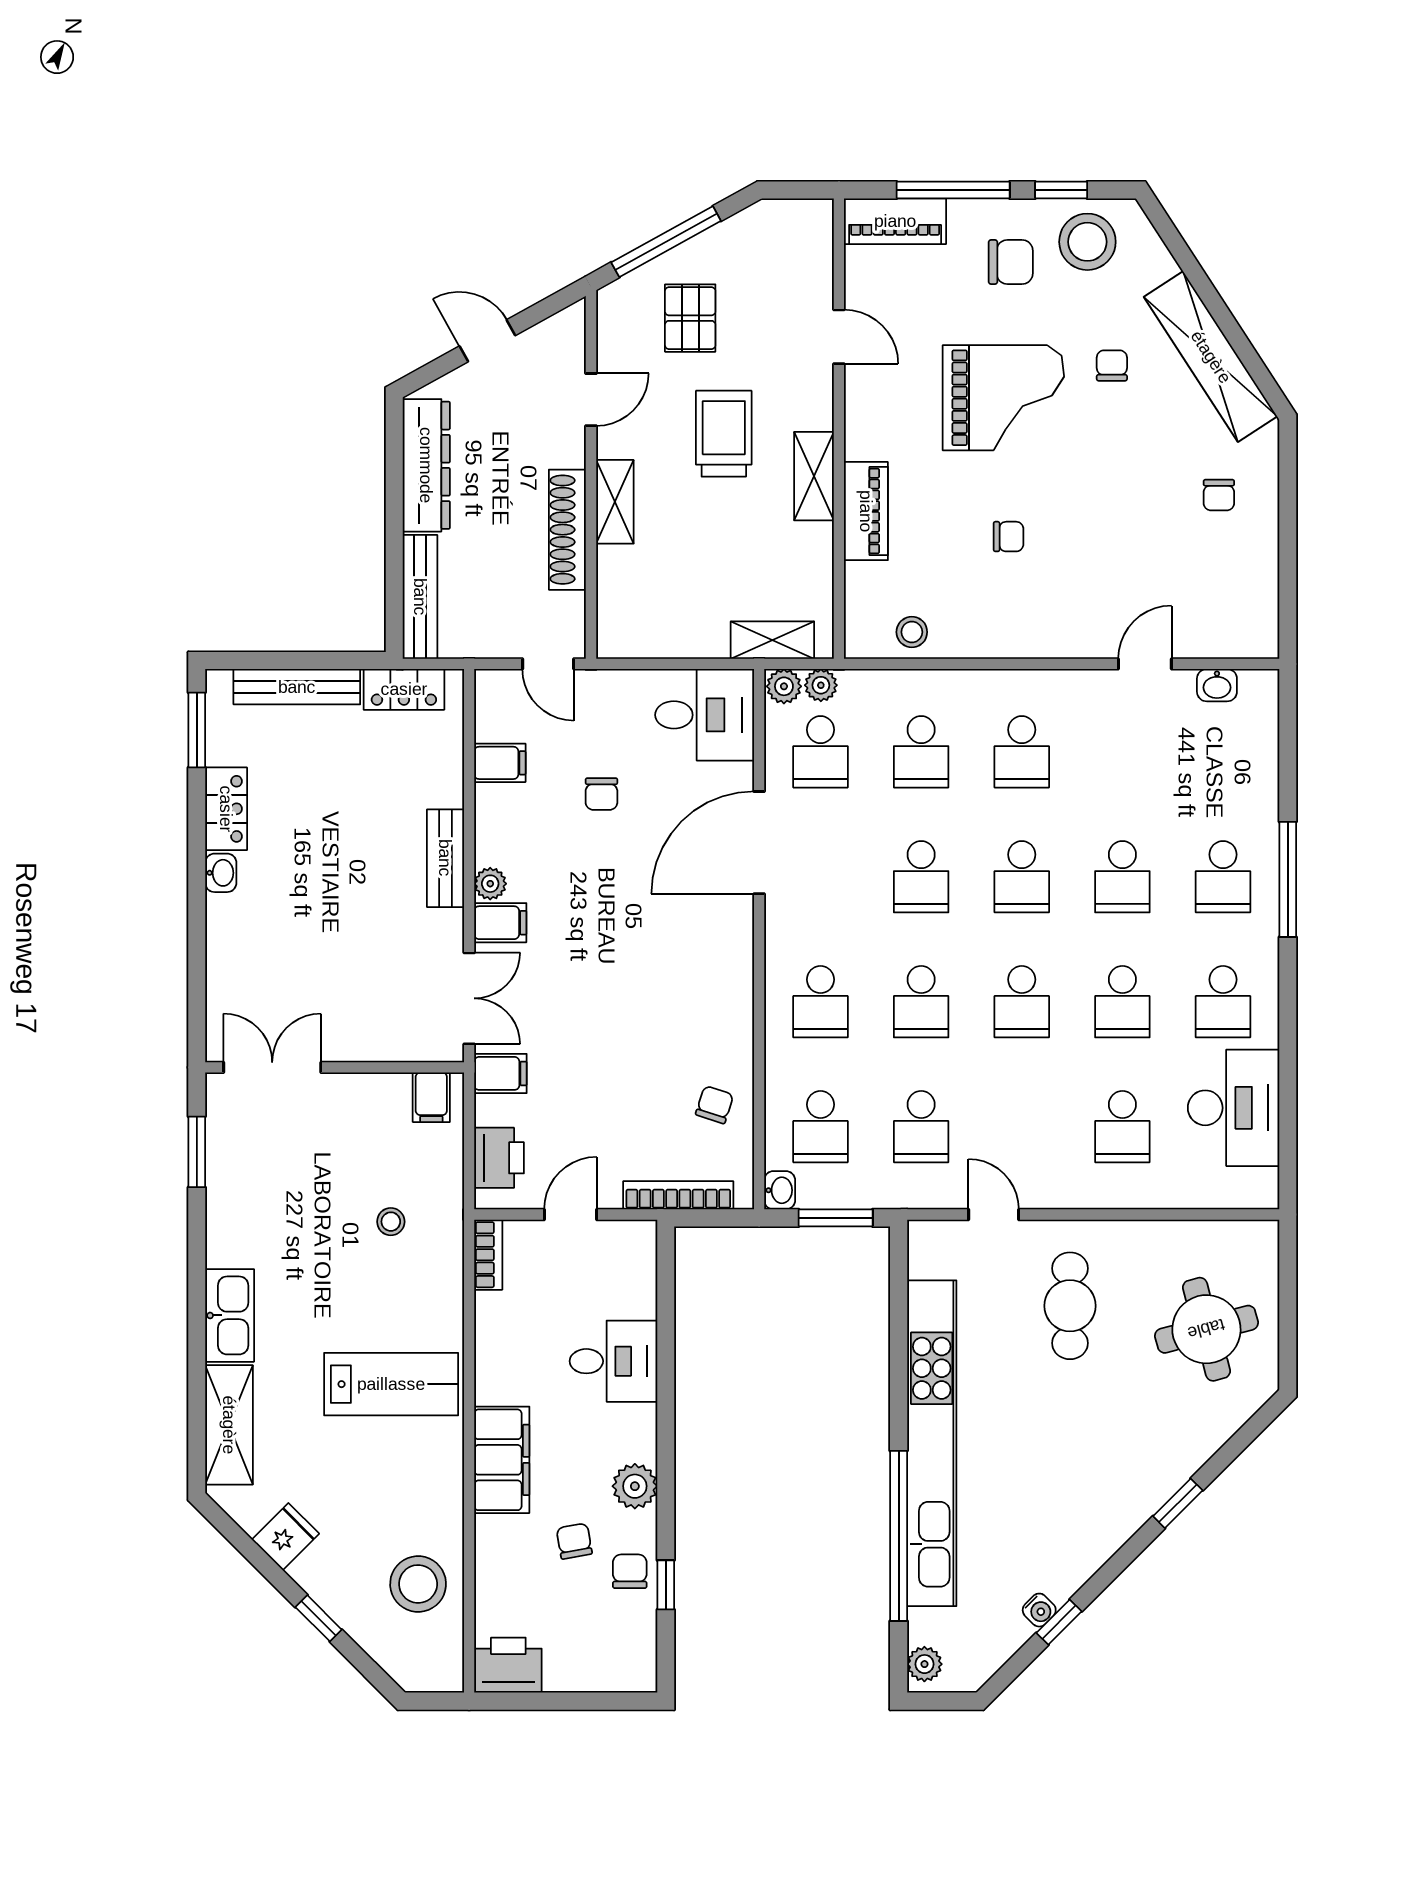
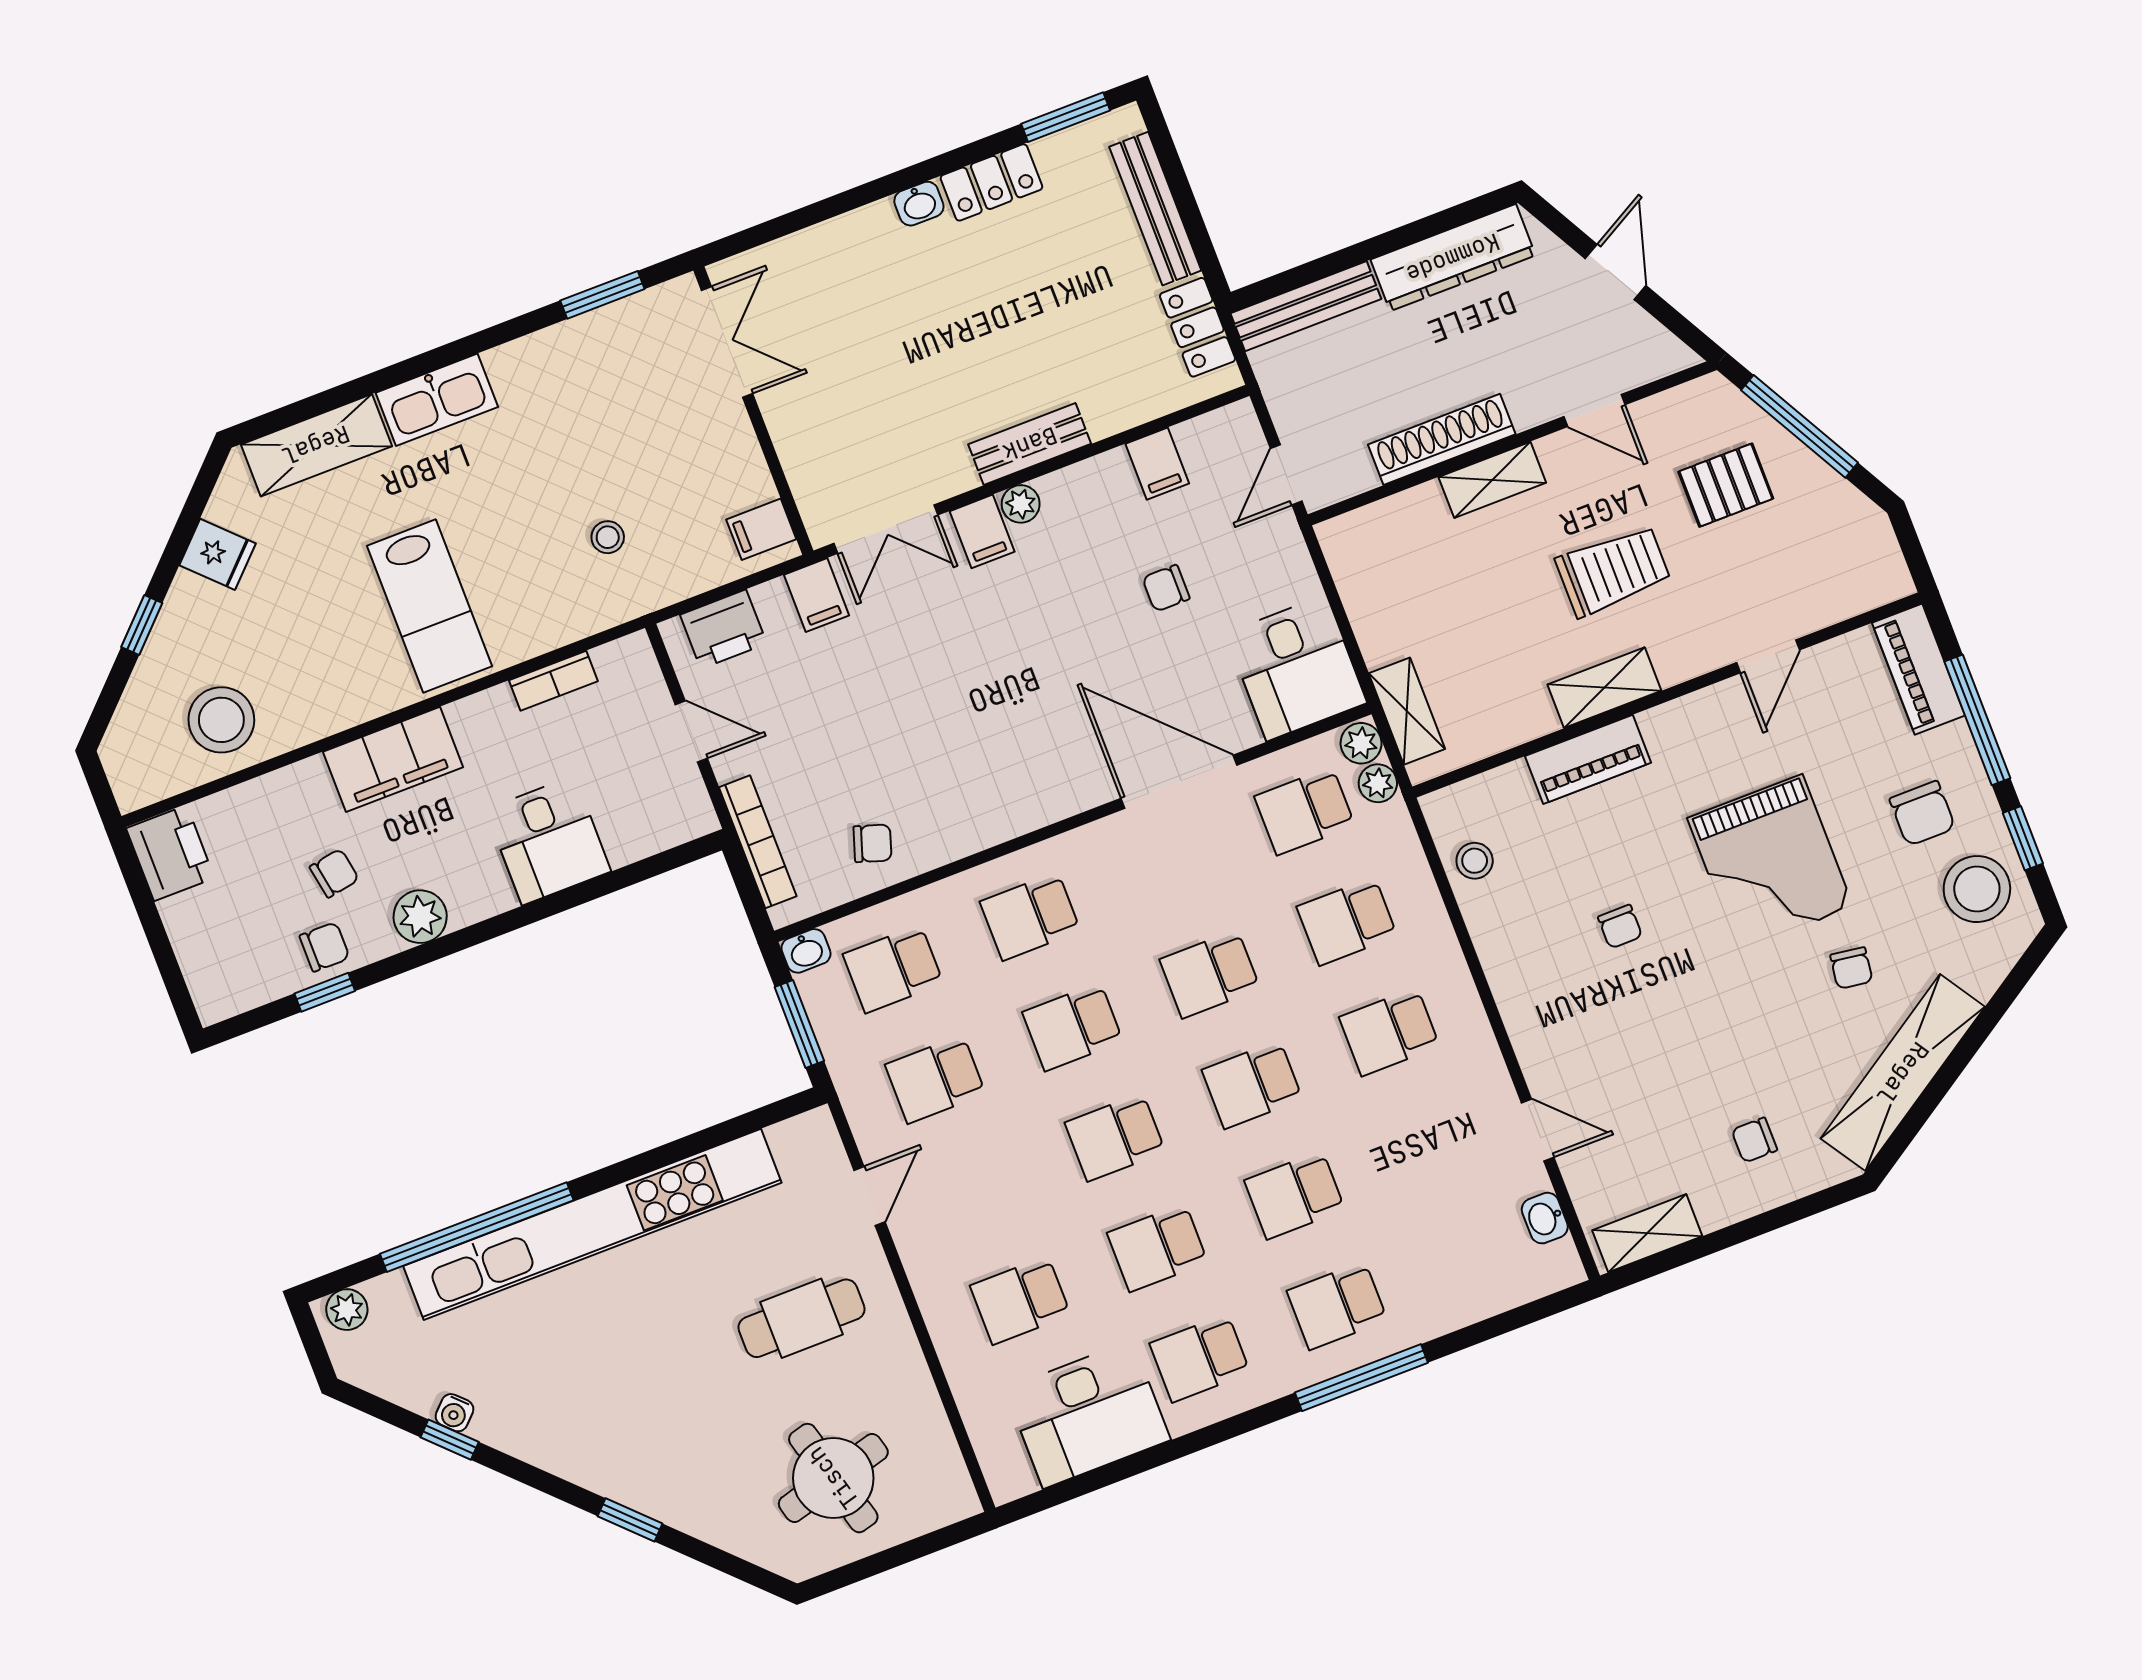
chair: (1112, 366) -> (1851, 968), turned 98
shelving: (1260, 608) -> (1647, 1233), added
bookcase: (488, 1255) -> (553, 681), moved

